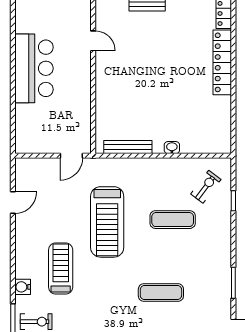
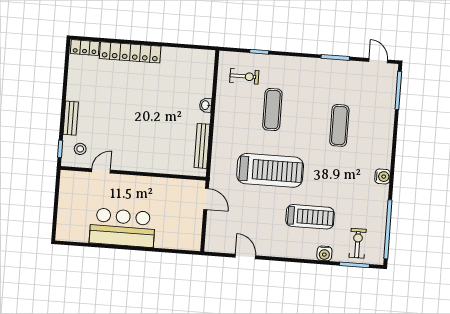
stool: (115, 17) -> (80, 149), added
exercise bike: (206, 187) -> (244, 76), turned 143
treadmill: (61, 269) -> (310, 217), turned 180

